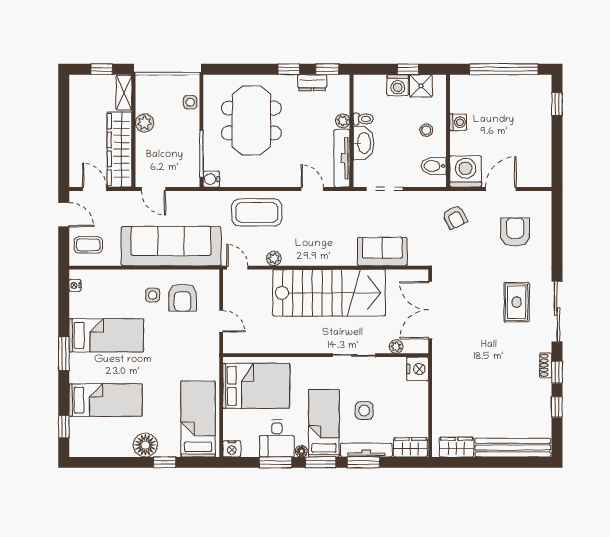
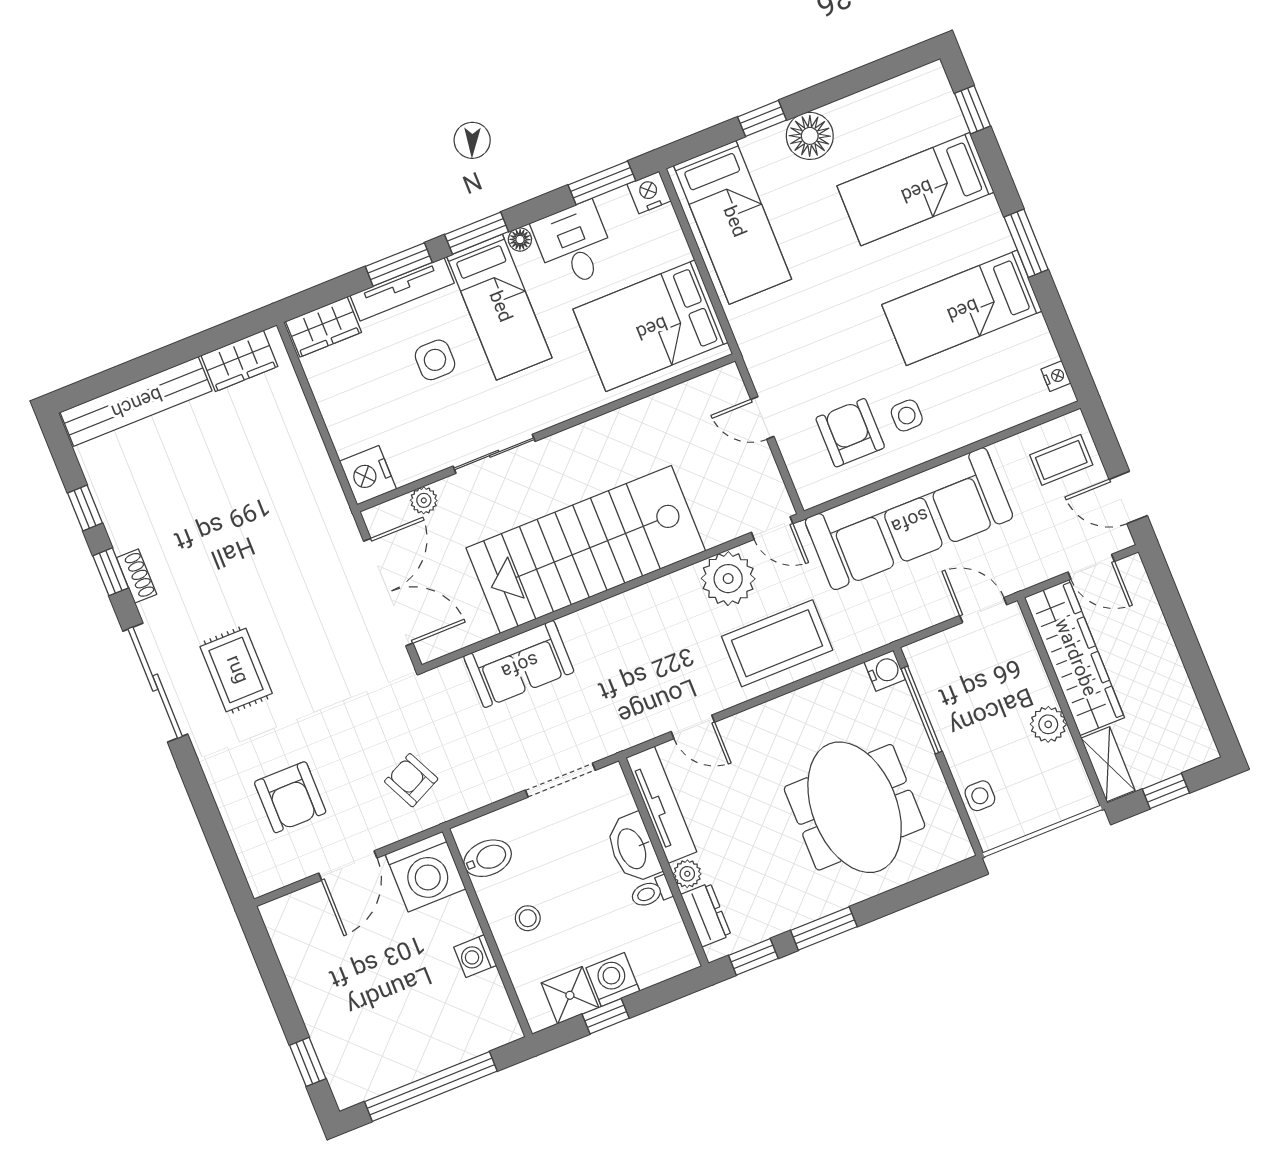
window: (289, 69) -> (824, 929), width x1.50
dresser: (312, 83) -> (706, 915), moved, turned 90
plant: (274, 259) -> (728, 579), width x1.87, depth x1.87
window: (276, 462) -> (602, 183), moved

